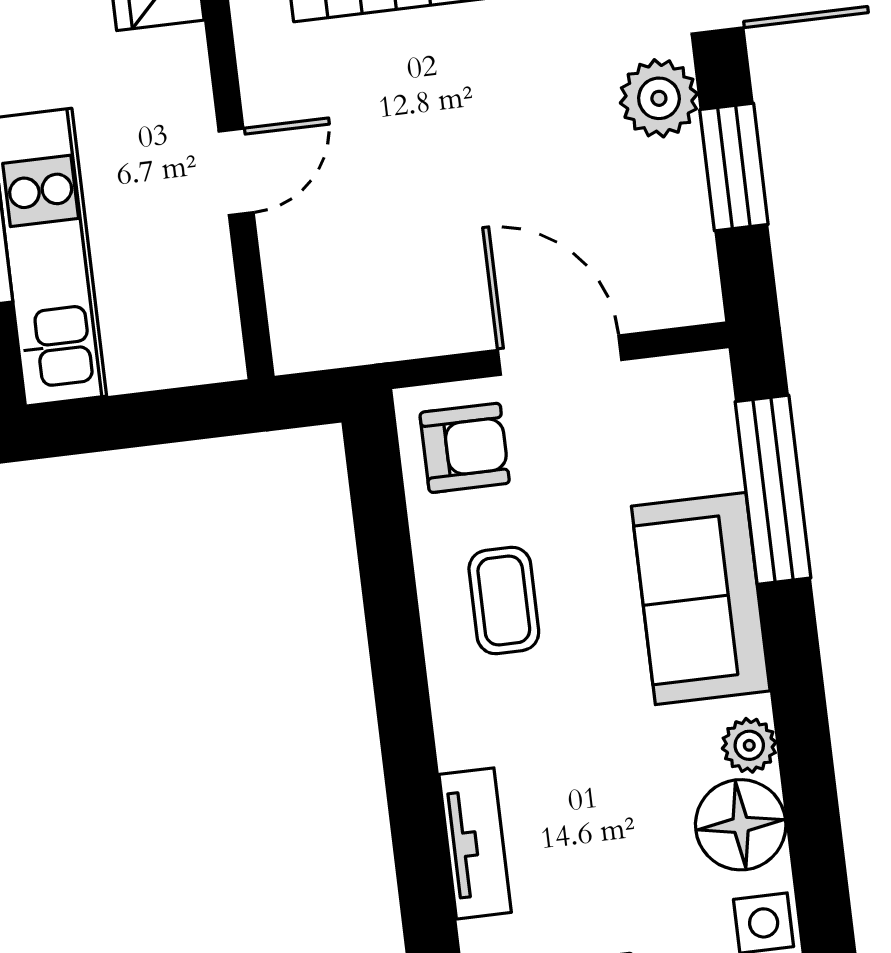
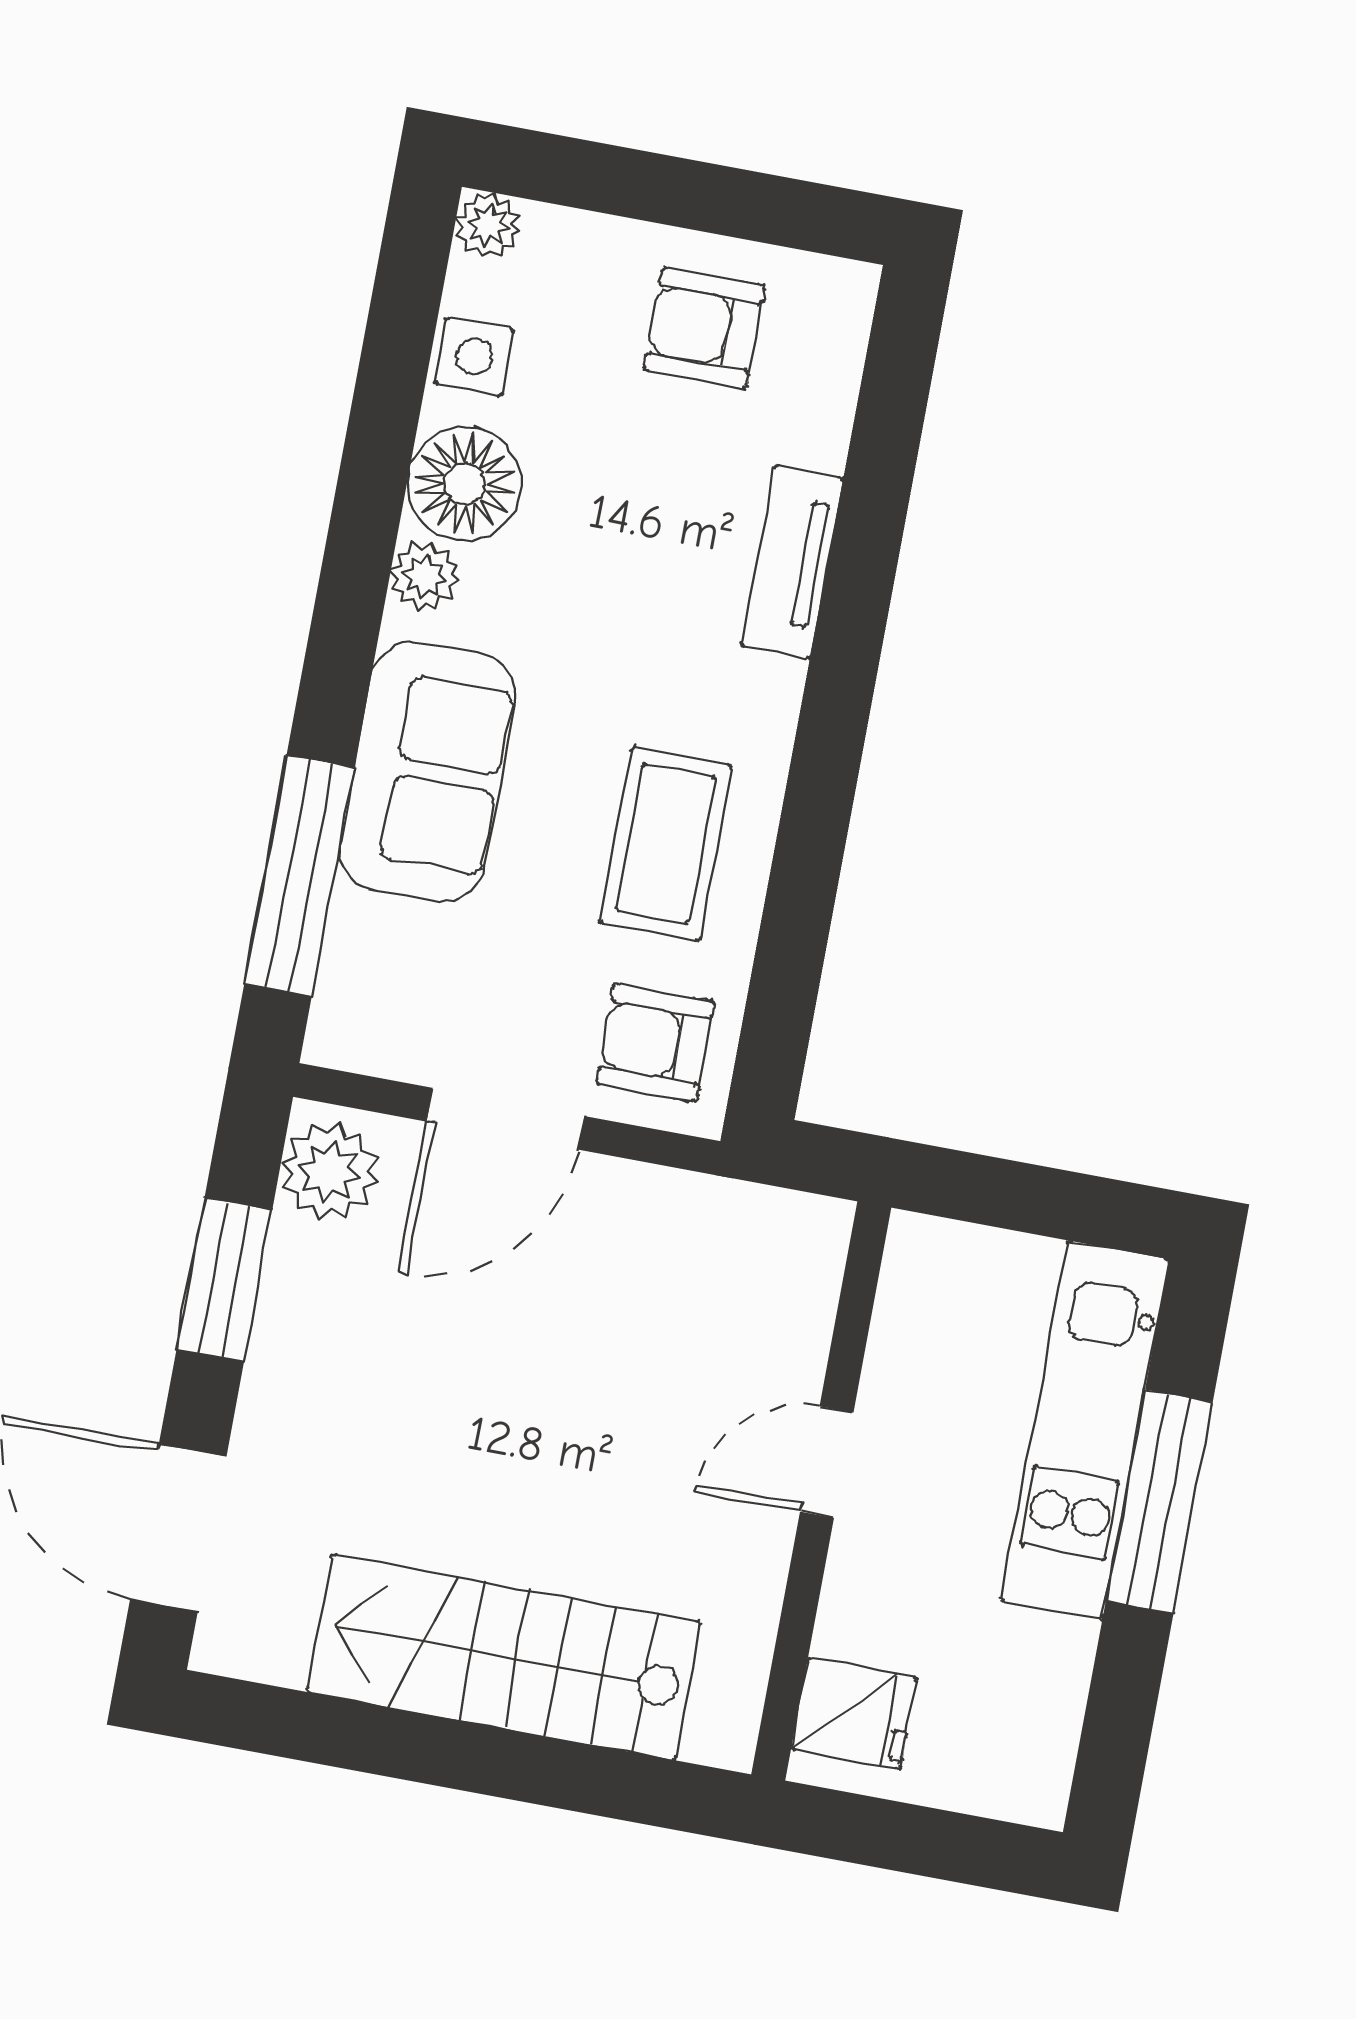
plant: (659, 98) -> (329, 1172), moved
door: (560, 355) -> (506, 1119), hinge flipped
coffee table: (504, 601) -> (666, 844), width x1.36, depth x1.30

